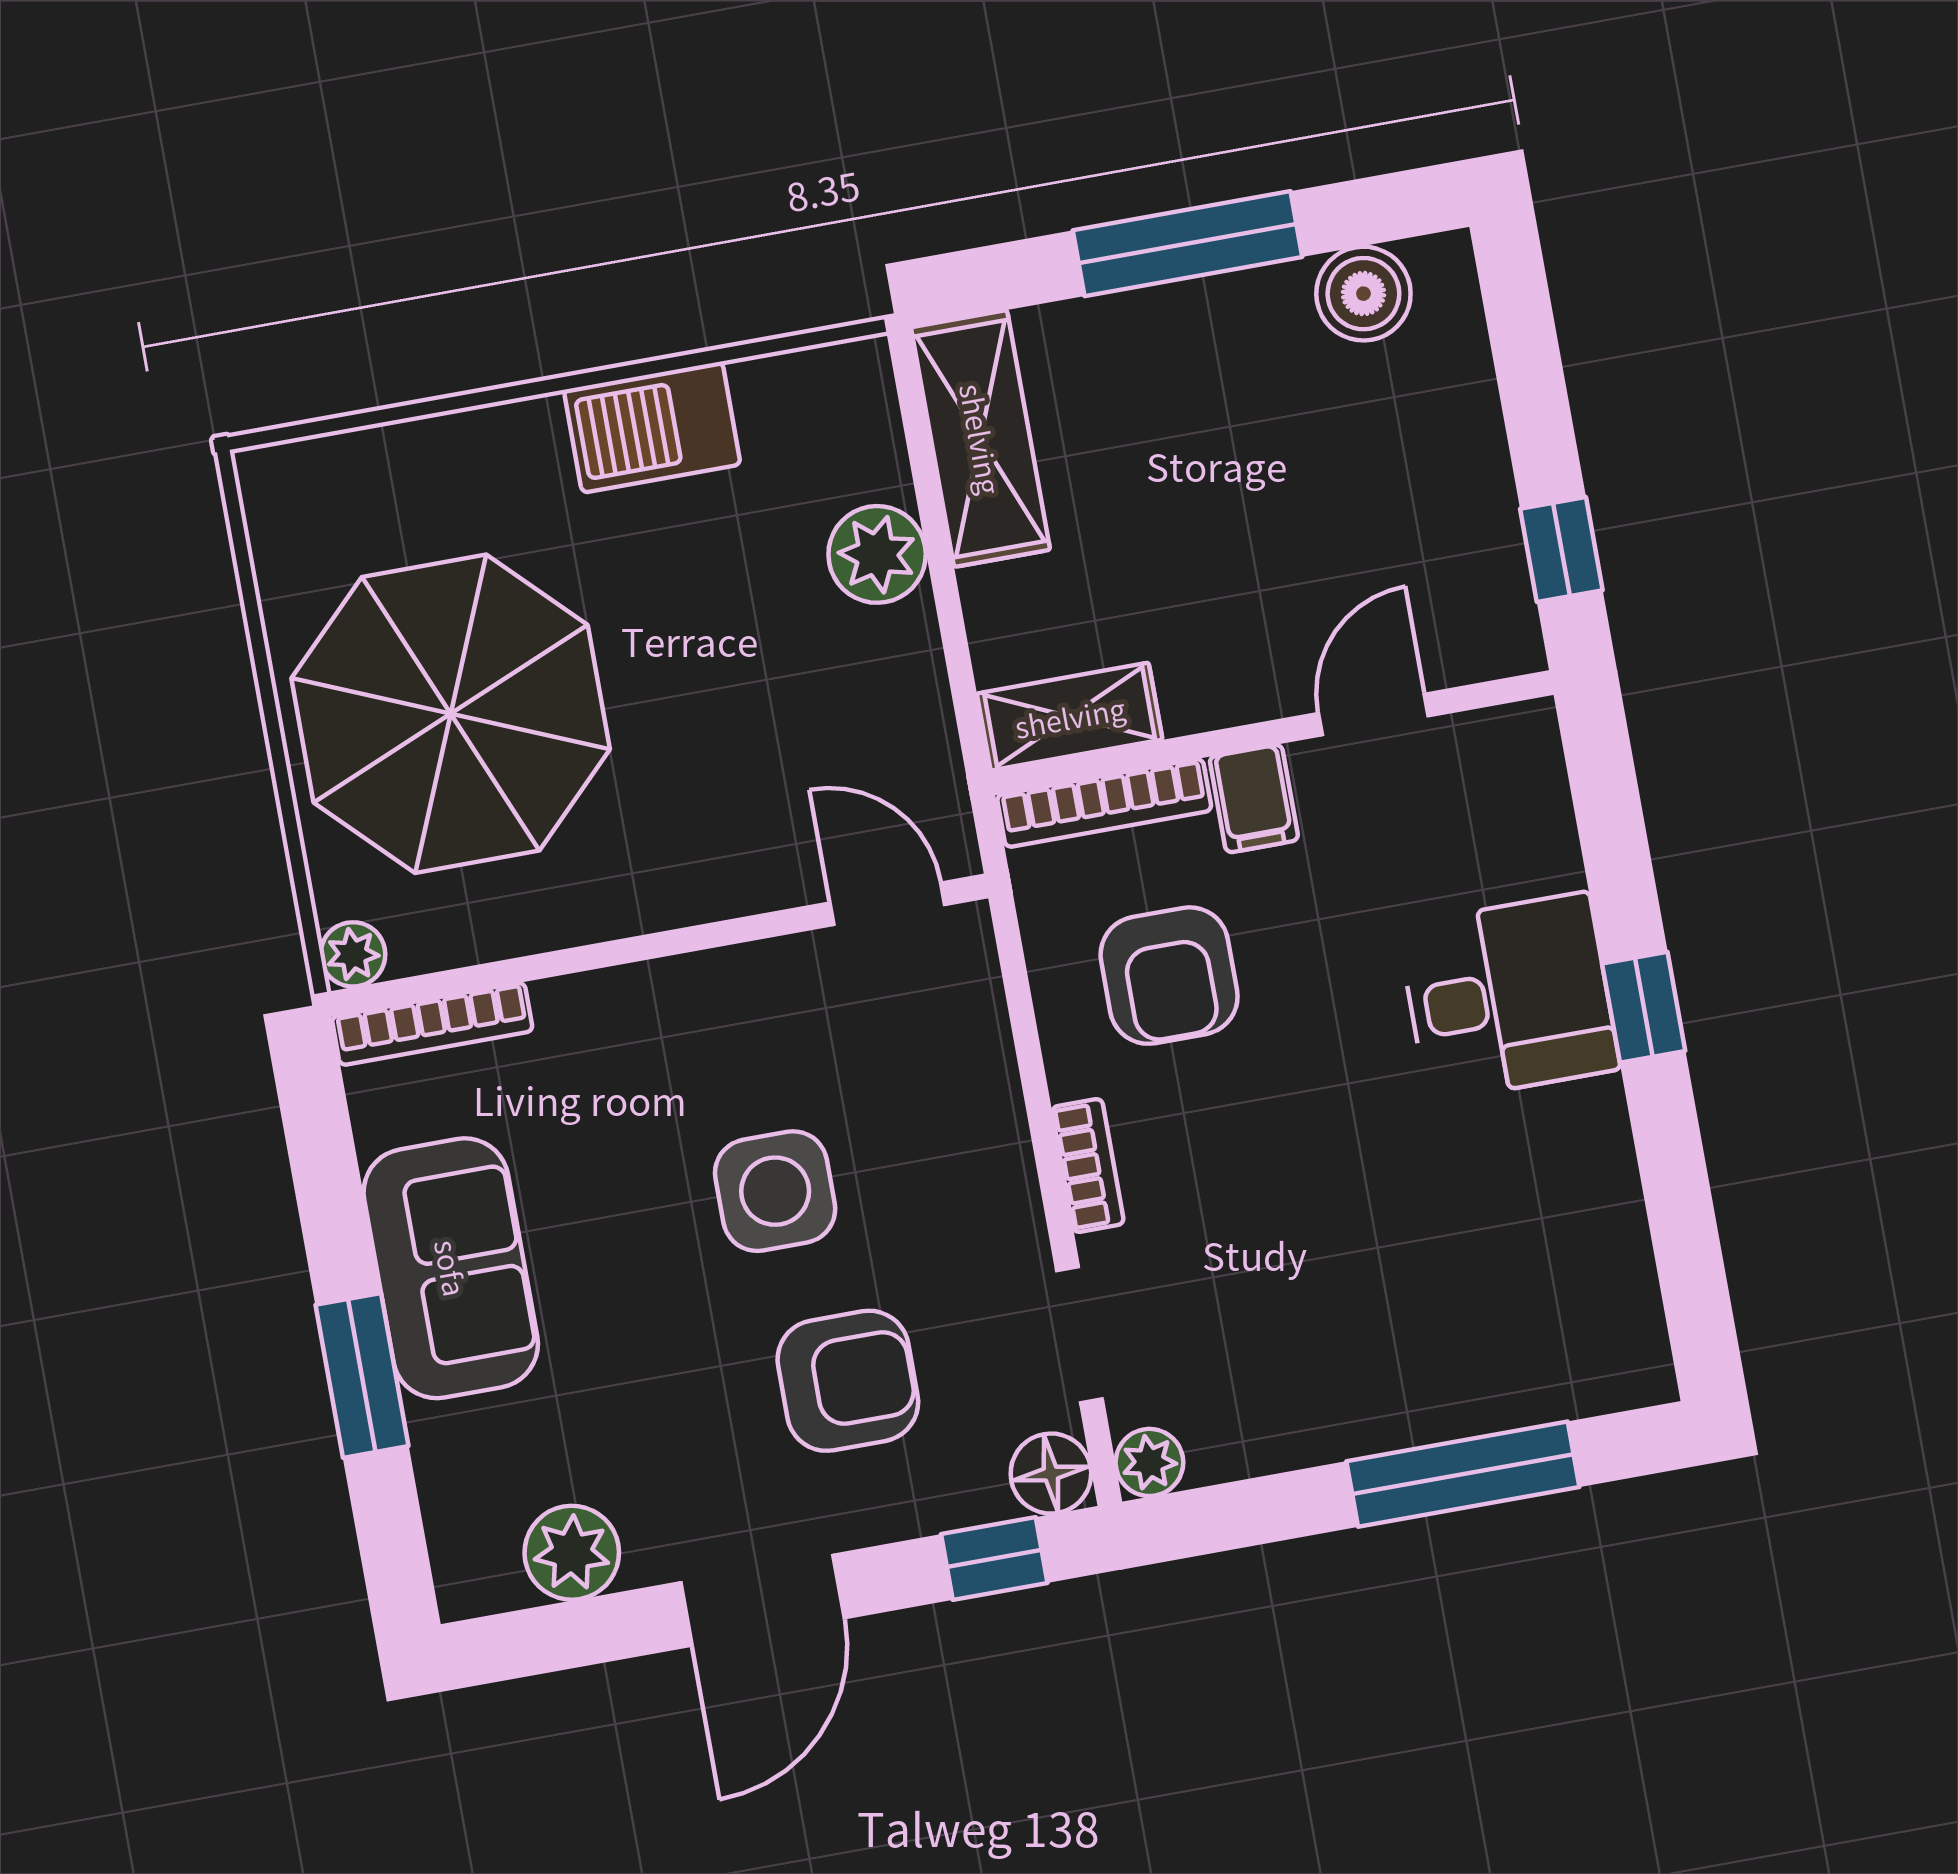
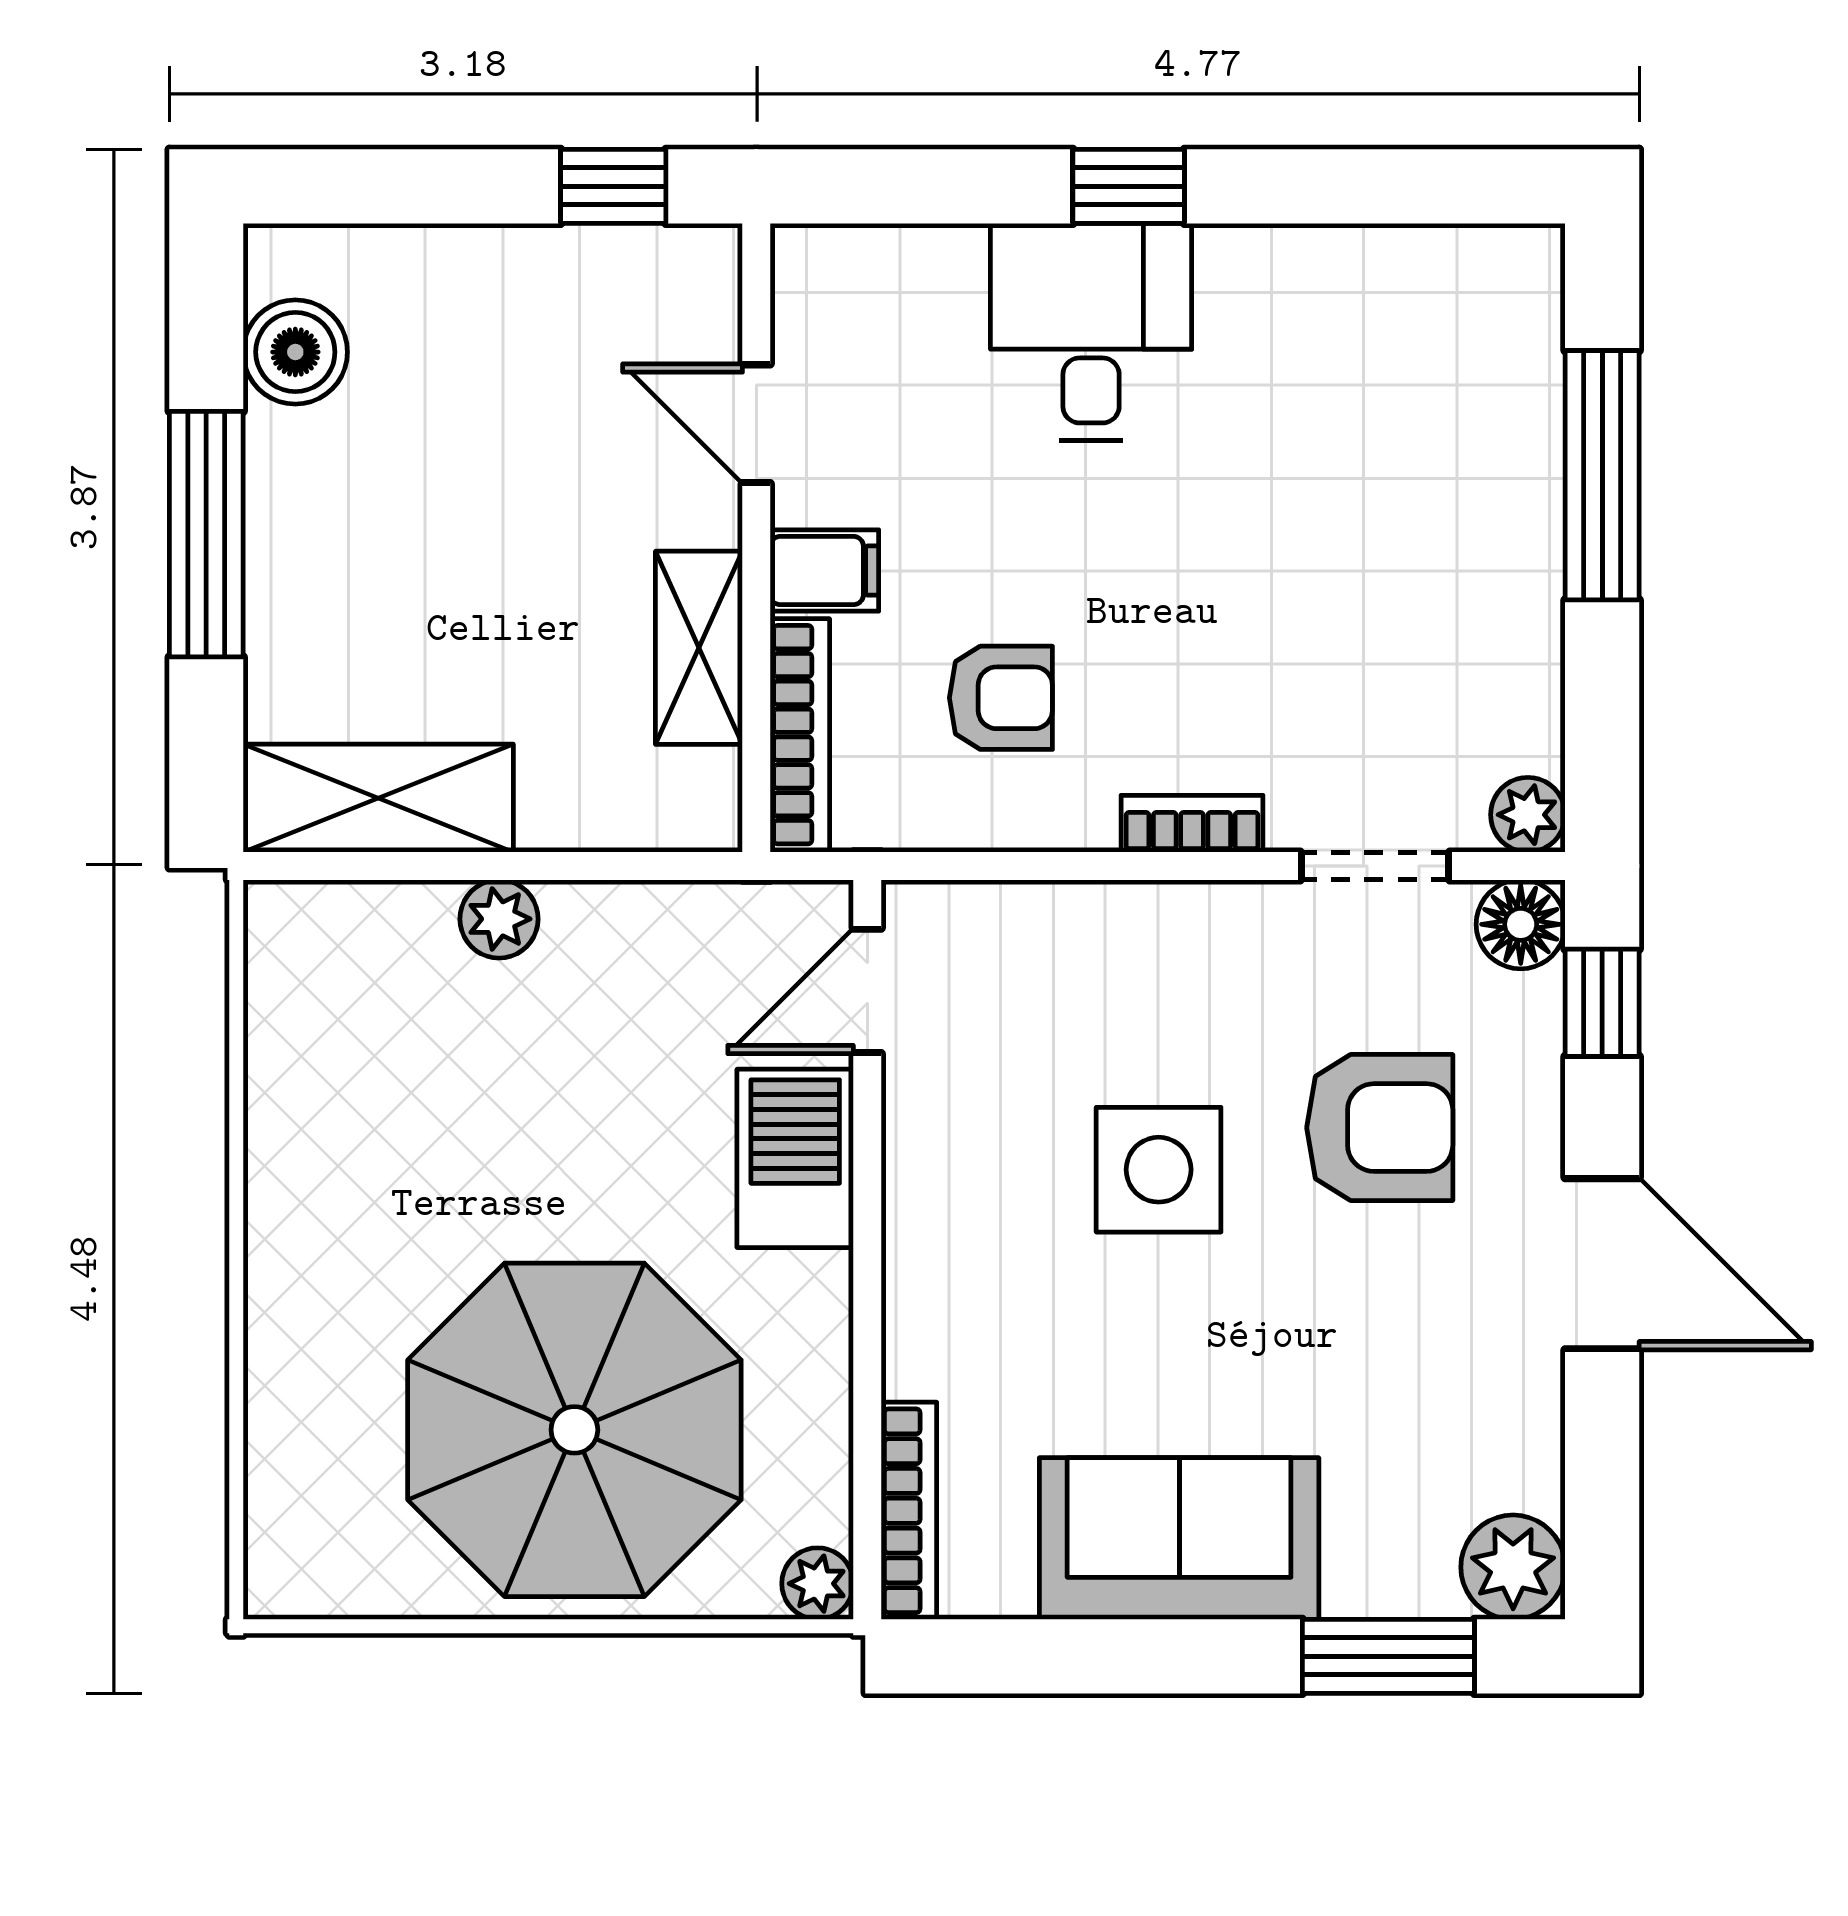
barbecue: (652, 427) -> (795, 1158), moved, turned 180
plant: (877, 554) -> (499, 919), width x0.73, depth x0.73
shelving: (1070, 717) -> (699, 648), moved
armchair: (1169, 976) -> (1001, 698), width x0.72, depth x0.72
window: (362, 1375) -> (1388, 1656), moved
armchair: (848, 1381) -> (1380, 1128), turned 90
plant: (572, 1553) -> (1513, 1567), moved

